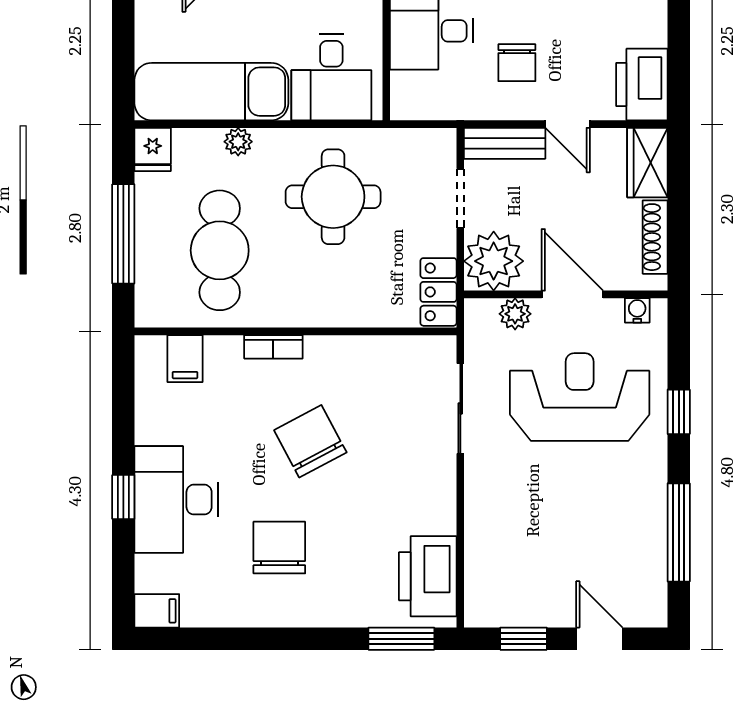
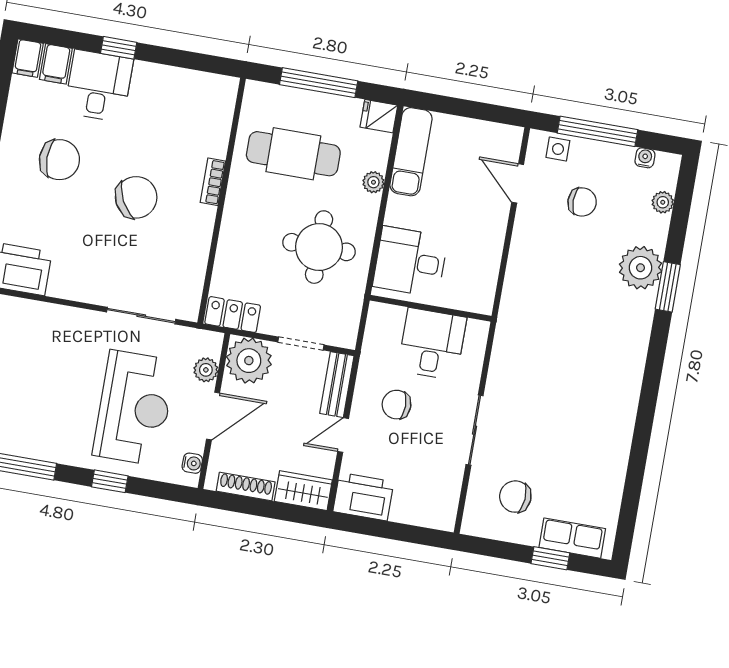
exam couch: (211, 92) -> (411, 152), width x0.73, depth x0.69
filing cabinet: (185, 359) -> (56, 64), moved, turned -90
desk: (176, 500) -> (99, 86), width x0.73

